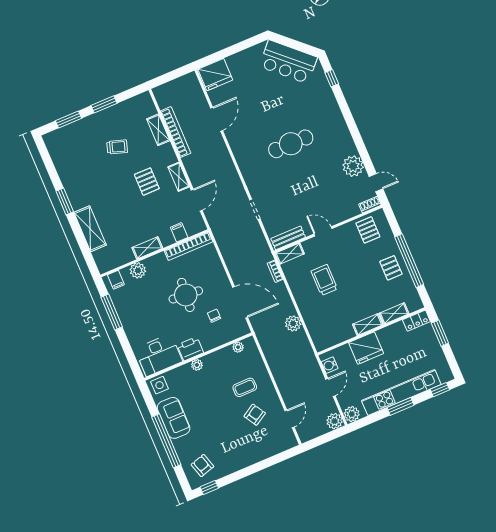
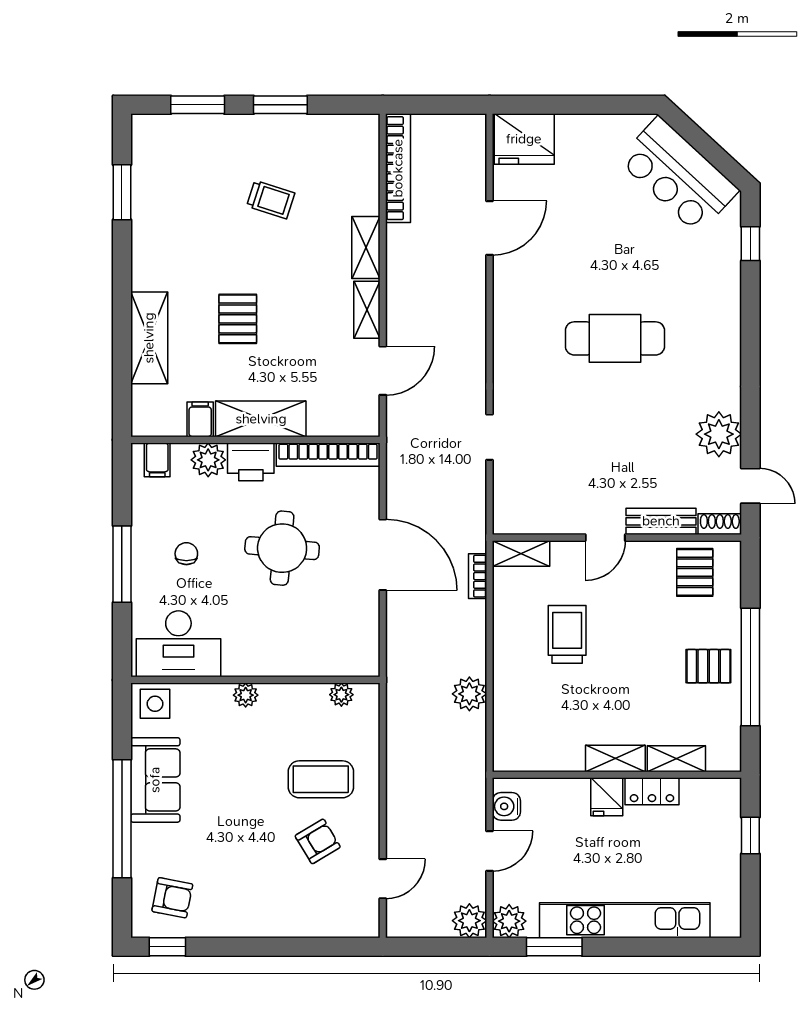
shelving: (158, 130) -> (366, 248), moved
bookcase: (176, 132) -> (398, 168), moved
pallet: (147, 182) -> (238, 319), moved
window: (65, 201) -> (122, 192), moved
door: (323, 231) -> (605, 538), swing flipped
filing cabinet: (179, 232) -> (200, 419), moved
bench: (288, 238) -> (661, 521), moved
shelving: (147, 248) -> (261, 419), width x1.50, depth x1.33
pallet: (391, 268) -> (708, 666), turned 90
door: (240, 302) -> (383, 555), moved
window: (112, 312) -> (122, 564), moved
chair: (214, 316) -> (186, 554), moved
locker: (416, 321) -> (652, 791), moved
window: (440, 333) -> (750, 836), width x0.67
fridge: (366, 348) -> (607, 797), width x0.53, depth x0.75
printer: (190, 349) -> (251, 462), moved, turned 180
coffee table: (245, 387) -> (321, 779), width x1.36, depth x1.30
window: (440, 390) -> (703, 947), removed
window: (401, 406) -> (554, 947), moved
armchair: (202, 466) -> (172, 898), turned 118

